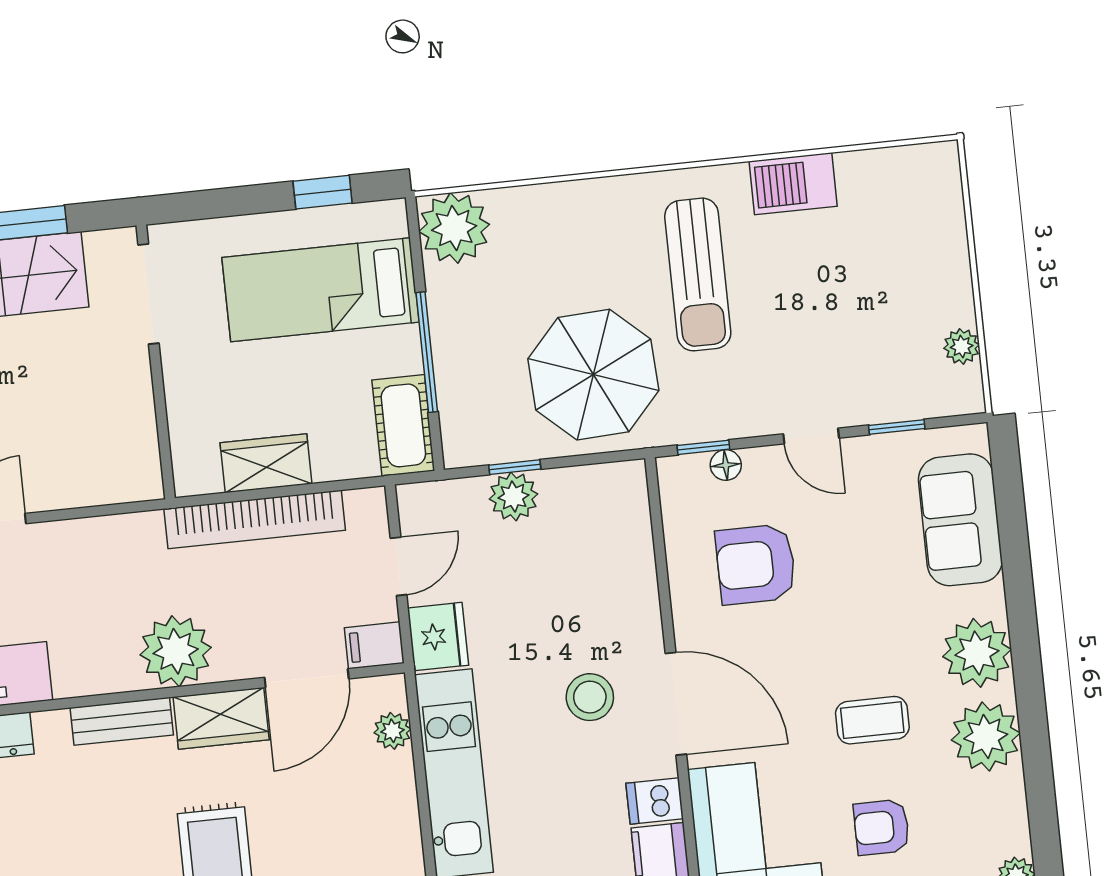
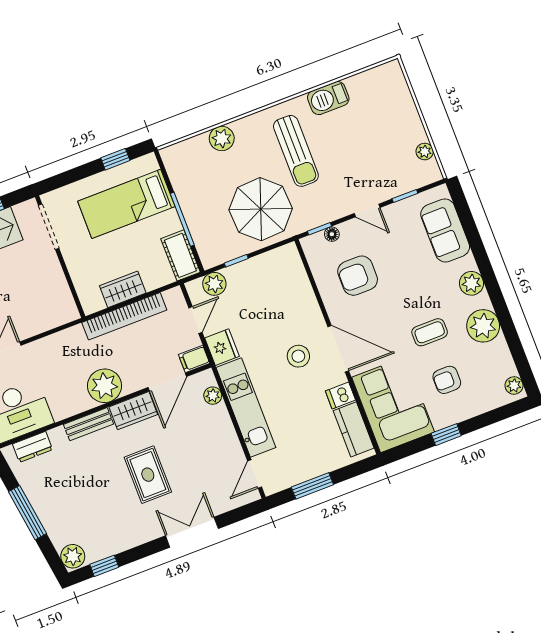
plant: (454, 228) -> (222, 138), moved, width x0.73, depth x0.73
plant: (513, 497) -> (214, 284), moved
plant: (977, 653) -> (471, 283), width x0.73, depth x0.73

